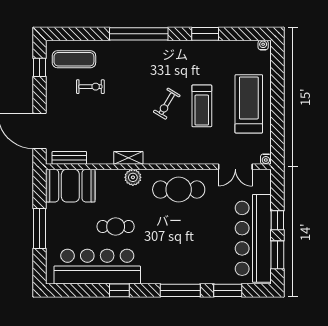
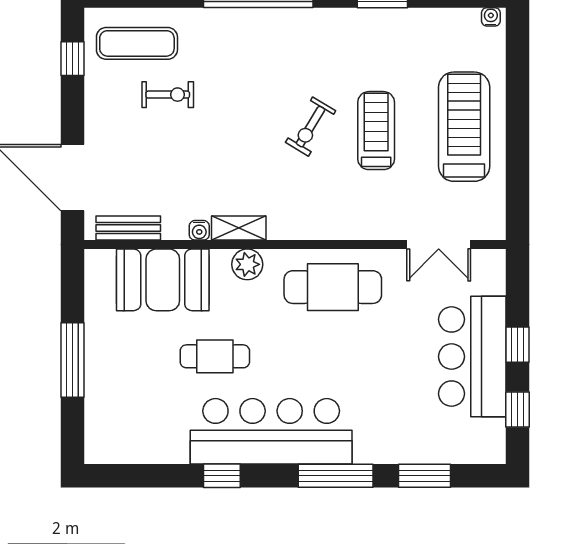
treadmill: (202, 106) -> (376, 131), turned 180
water cooler: (266, 159) -> (199, 230), moved
booth: (70, 186) -> (163, 280), moved
bar counter: (253, 238) -> (472, 357), width x0.73
window: (277, 255) -> (518, 409), width x0.67
bar counter: (97, 267) -> (271, 431), moved

